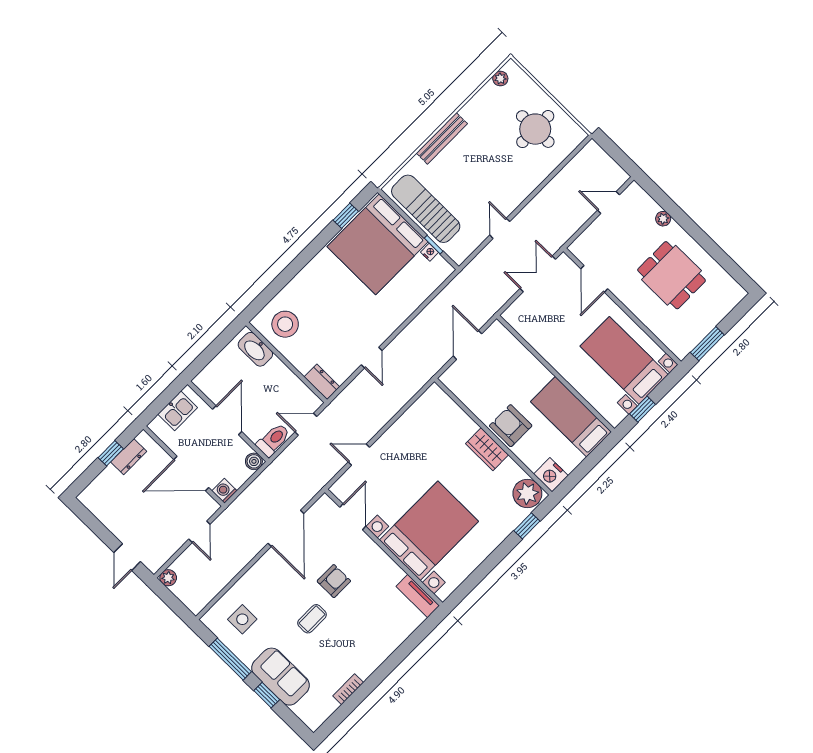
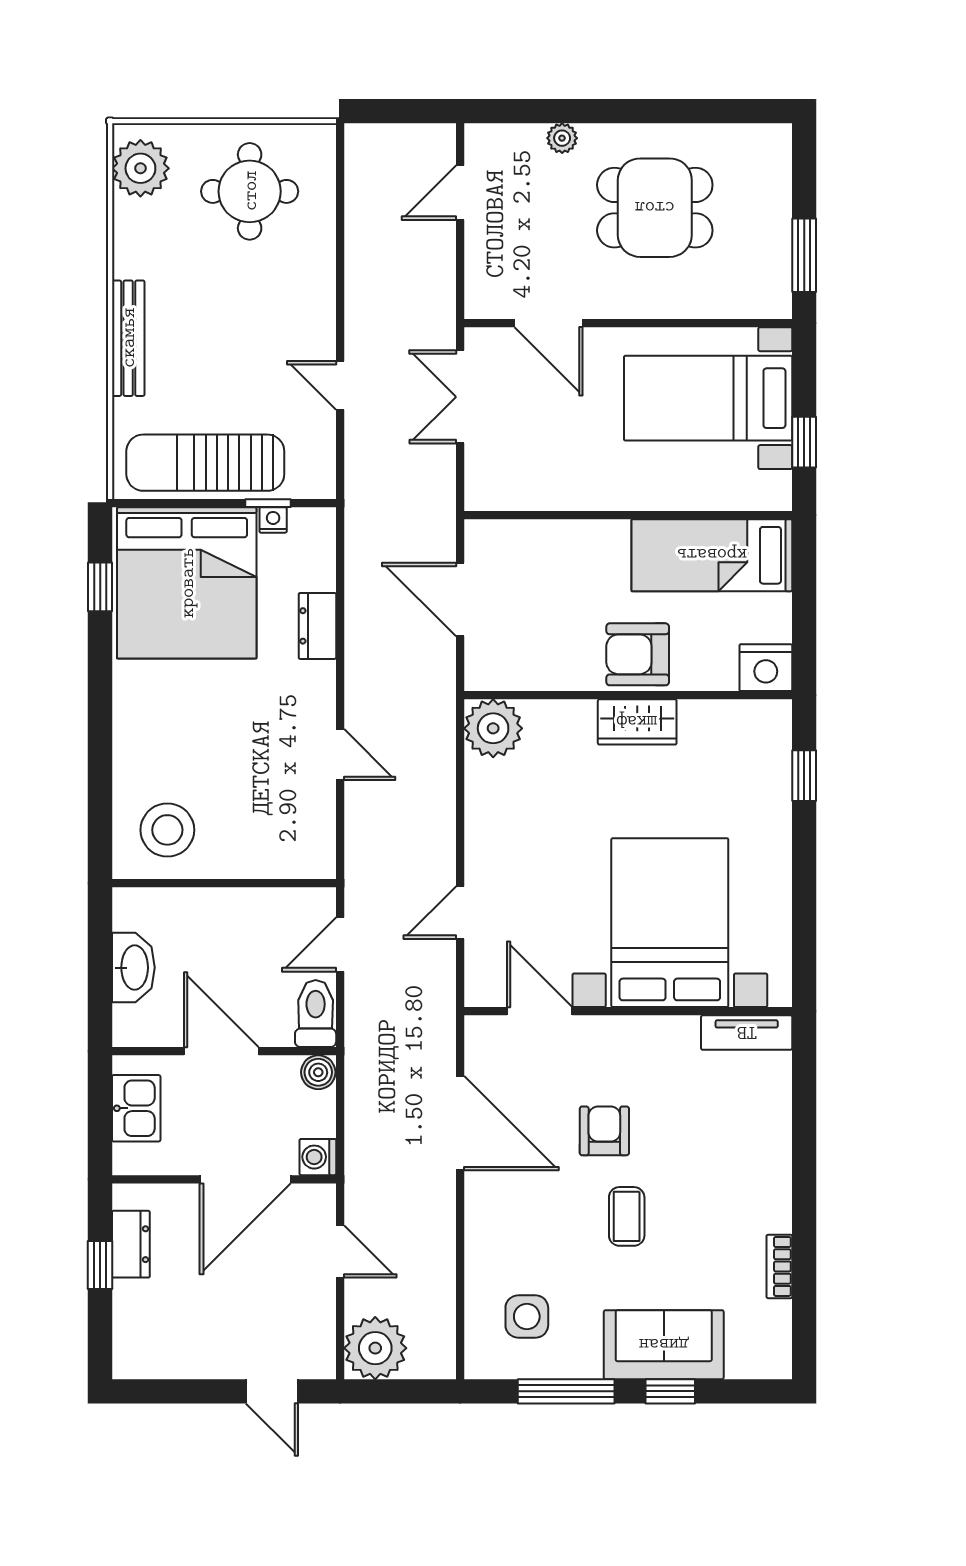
plant: (500, 79) -> (140, 168), width x1.87, depth x1.87
washbasin: (255, 349) -> (133, 968), moved, turned -90
dresser: (322, 382) -> (317, 626), moved, turned -90
plant: (527, 493) -> (493, 728), moved
plant: (168, 578) -> (375, 1348), width x1.87, depth x1.87

